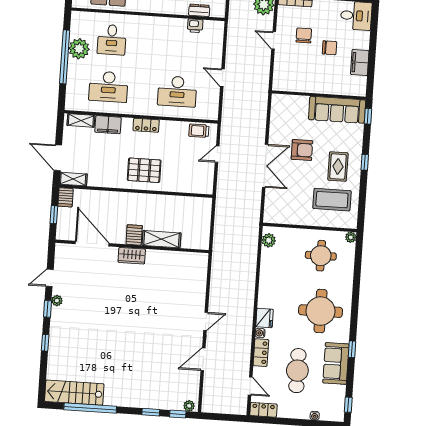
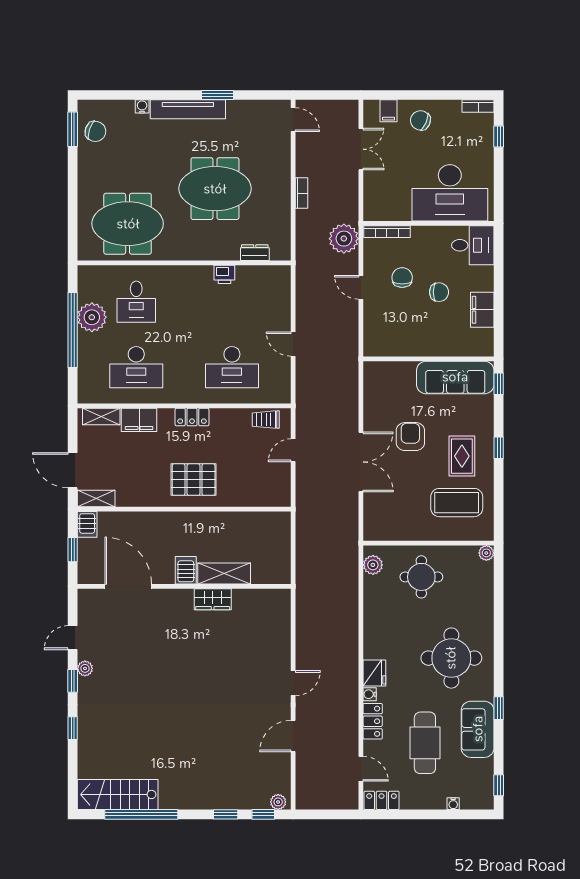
printer: (195, 26) -> (224, 274), moved
armchair: (302, 150) -> (410, 437), turned -90
wardrobe: (132, 256) -> (213, 599), moved
round table: (321, 256) -> (421, 577), moved

